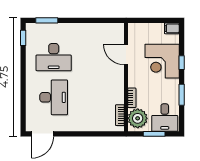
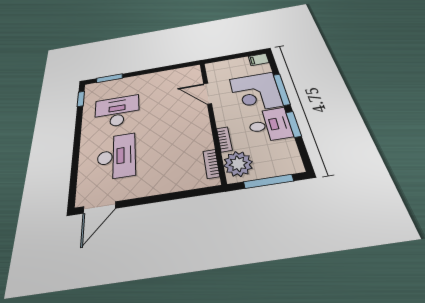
desk: (54, 57) -> (117, 111), turned 180
window: (182, 63) -> (282, 89), width x2.17
desk: (165, 118) -> (269, 125), moved, turned -90
window: (154, 134) -> (268, 181), width x1.44

